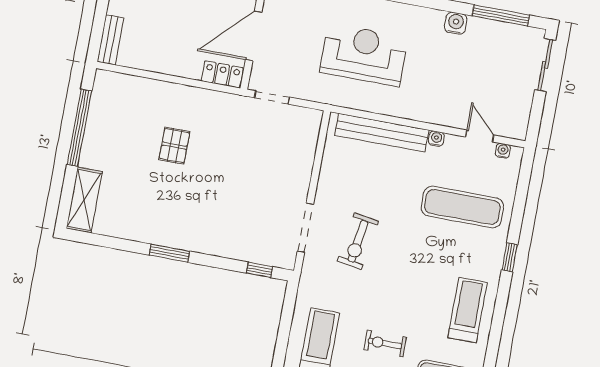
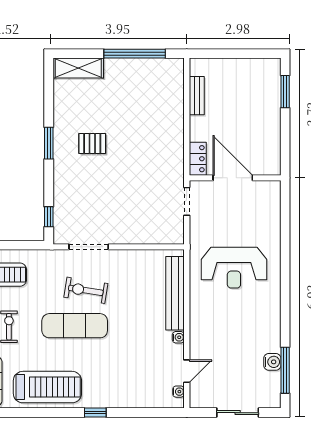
water cooler: (456, 23) -> (272, 362), moved
bench: (110, 40) -> (197, 96), moved, turned 90
reception desk: (364, 55) -> (234, 268), turned 90
sliding door: (545, 65) -> (238, 413), moved
pallet: (174, 146) -> (92, 144), moved
exercise mat: (462, 207) -> (75, 326), moved, turned 90
treadmill: (468, 310) -> (47, 387), width x1.37, depth x1.38

